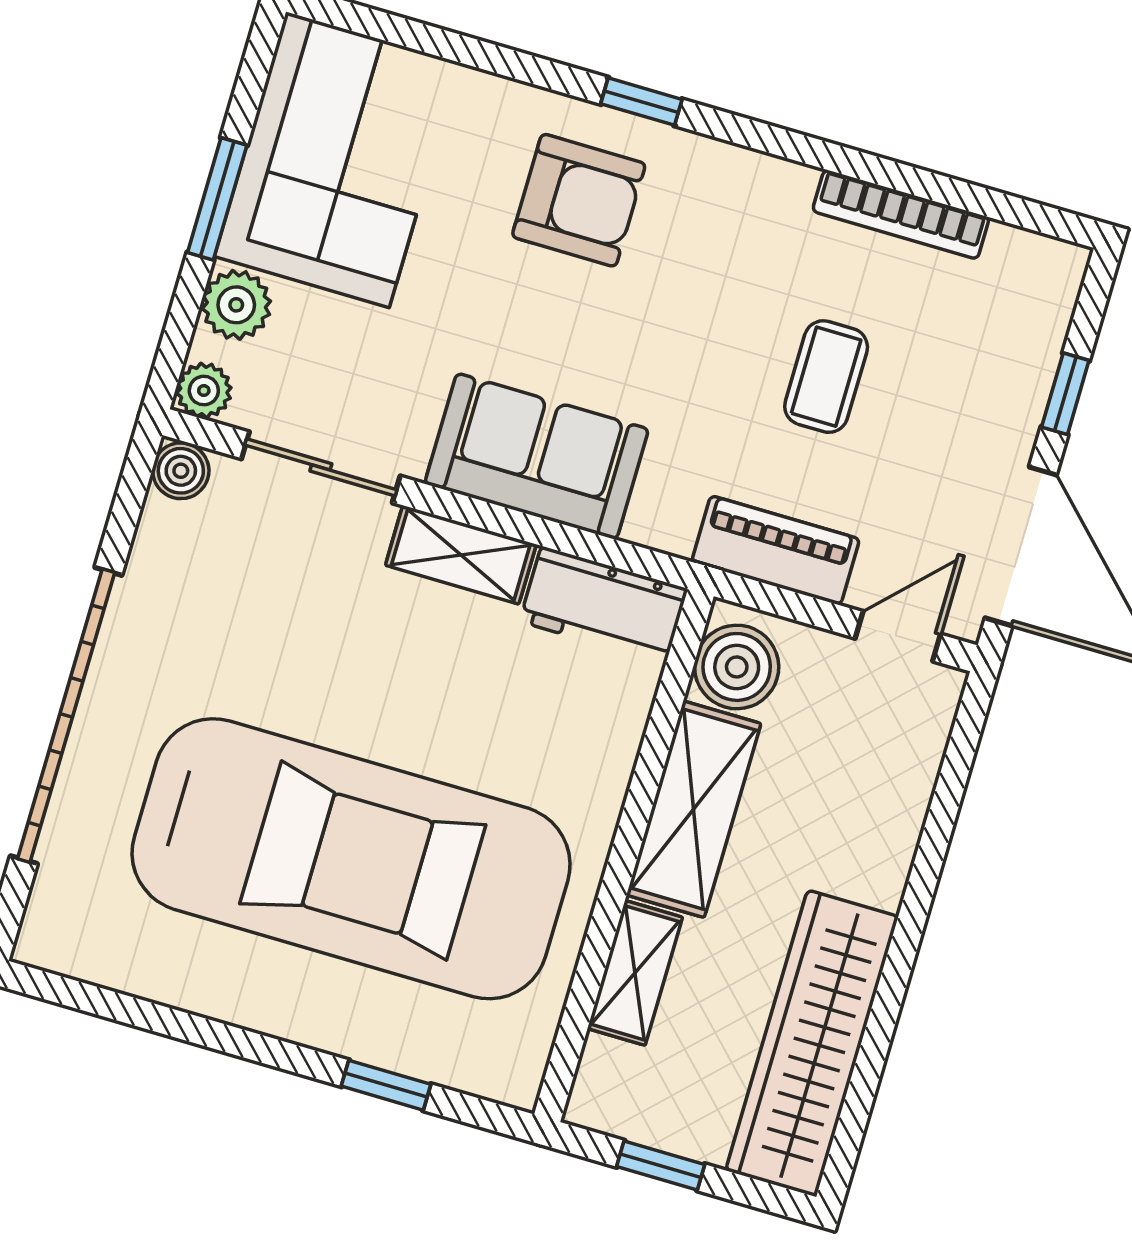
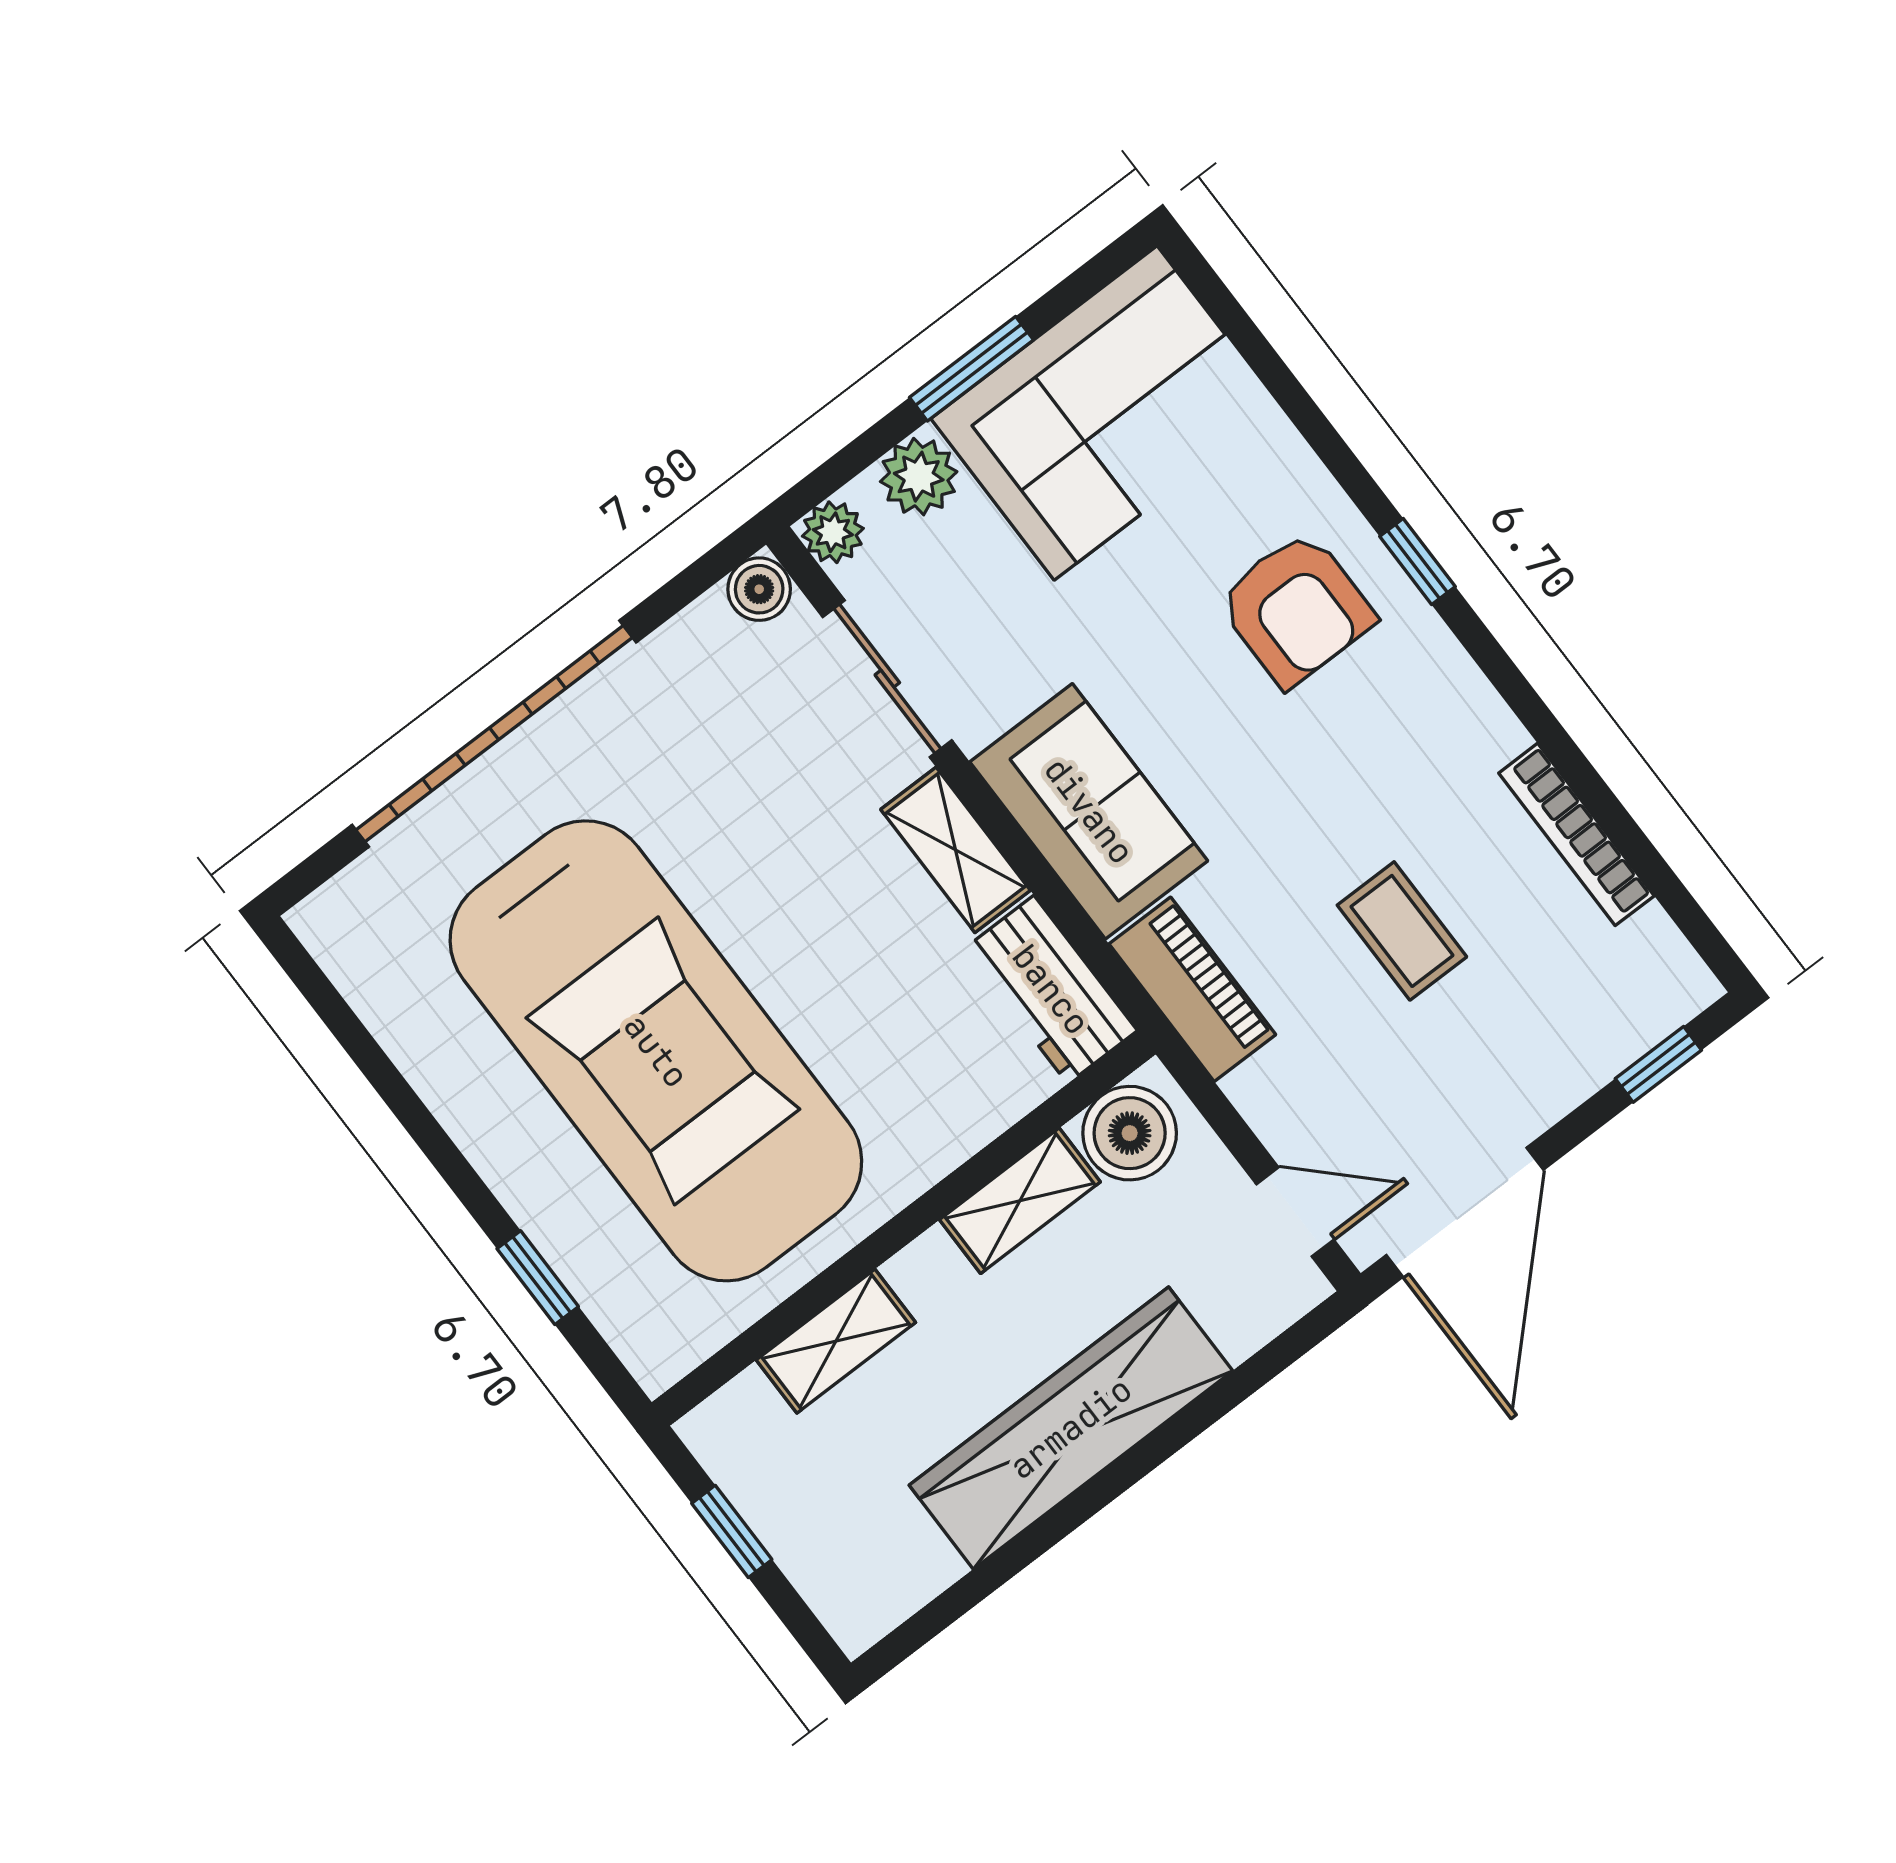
coffee table: (826, 377) -> (1402, 931), turned 90
window: (1065, 394) -> (1658, 1064), moved
piano: (776, 550) -> (1192, 989), moved
shelving: (694, 809) -> (1020, 1201), width x0.67, depth x0.75
wardrobe: (812, 1043) -> (1071, 1428), moved

